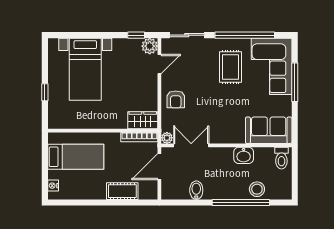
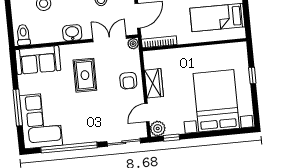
rug: (231, 67) -> (85, 75), moved
bed with nightstands: (85, 69) -> (216, 101), width x1.36
armchair: (176, 99) -> (128, 81), turned 180
wardrobe: (143, 120) -> (154, 83), moved, turned -90
double door: (191, 145) -> (110, 39), swing flipped
washbasin: (244, 155) -> (72, 33), moved

